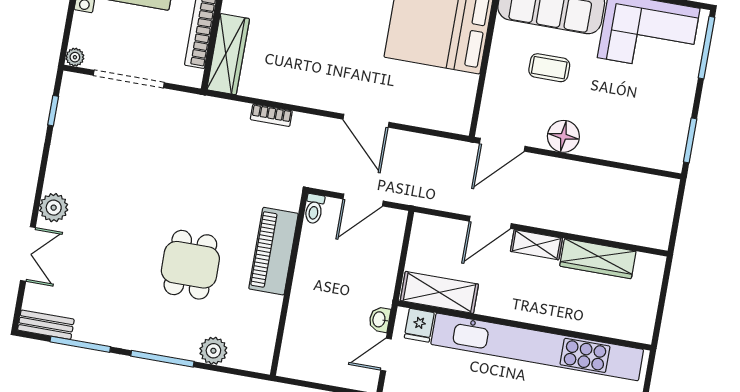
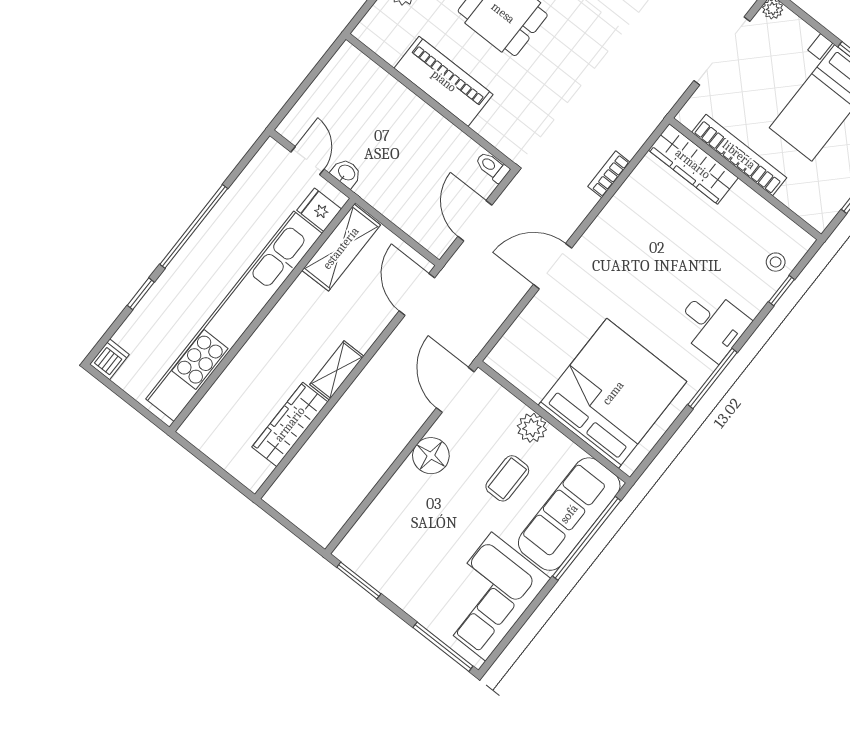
plant: (500, 70) -> (532, 428), added
door: (490, 222) -> (417, 294), moved
piano: (273, 251) -> (444, 81), moved

